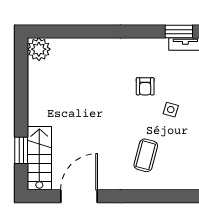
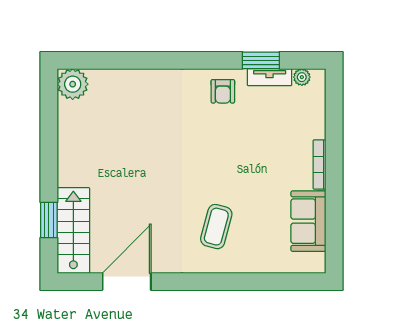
armchair: (145, 86) -> (223, 91), moved
side table: (171, 110) -> (250, 165), removed

